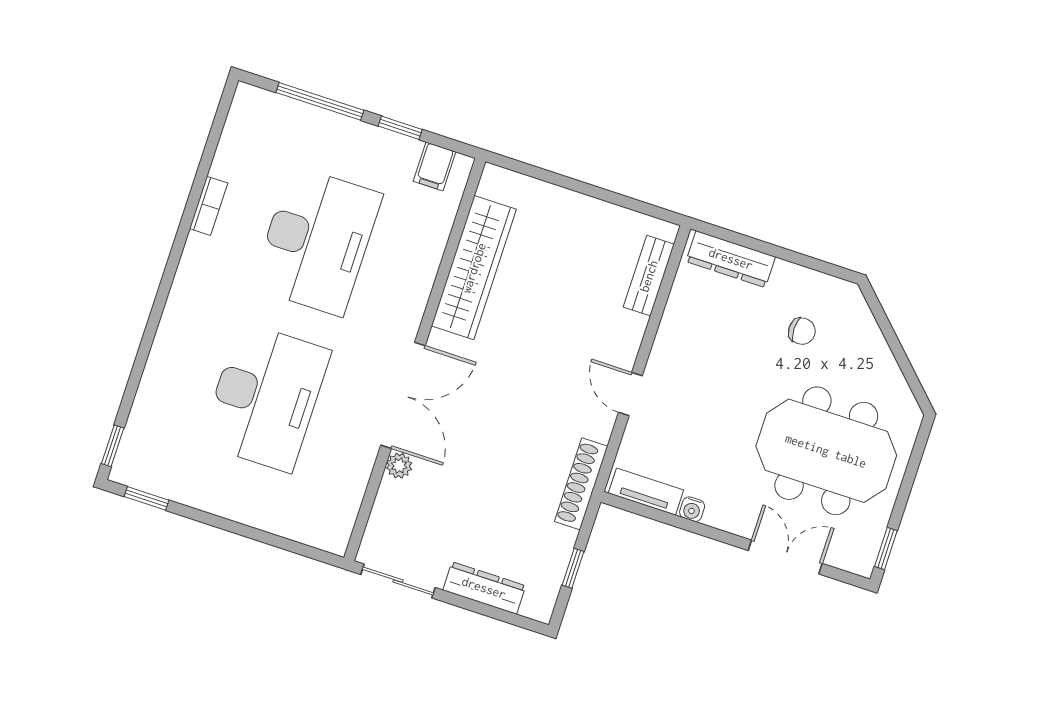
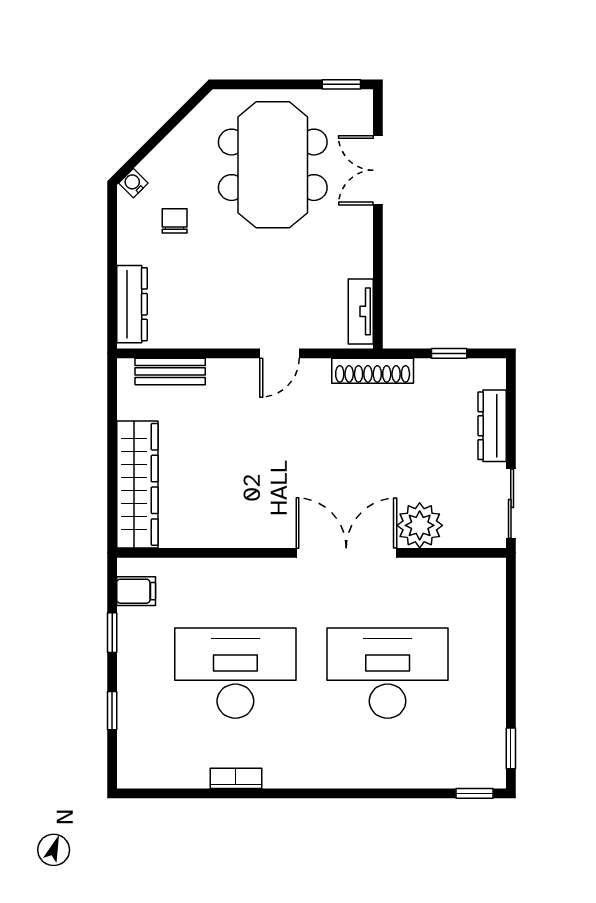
window: (320, 101) -> (112, 711), width x0.46
wardrobe: (474, 268) -> (137, 484), moved, turned 90
plant: (399, 466) -> (420, 525), width x1.88, depth x1.88
water cooler: (692, 509) -> (133, 183), moved, turned -135

